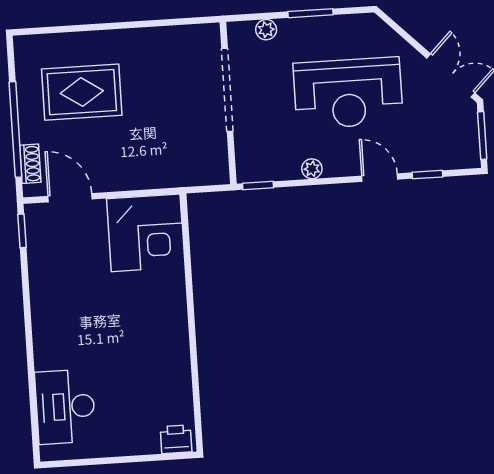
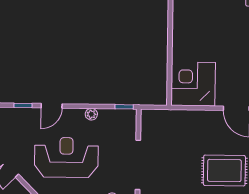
door: (380, 178) -> (52, 106), hinge flipped

